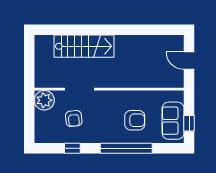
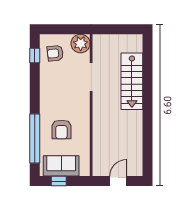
armchair: (74, 119) -> (55, 53), moved
window: (72, 148) -> (35, 56), moved
window: (126, 148) -> (35, 139), moved

